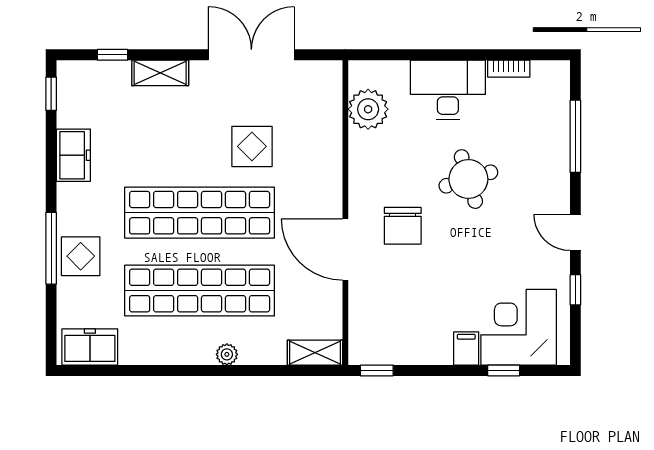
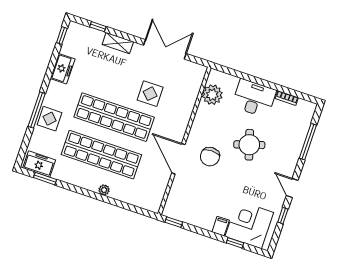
shelving: (315, 353) -> (147, 203), removed
window: (110, 370) -> (45, 179), added

